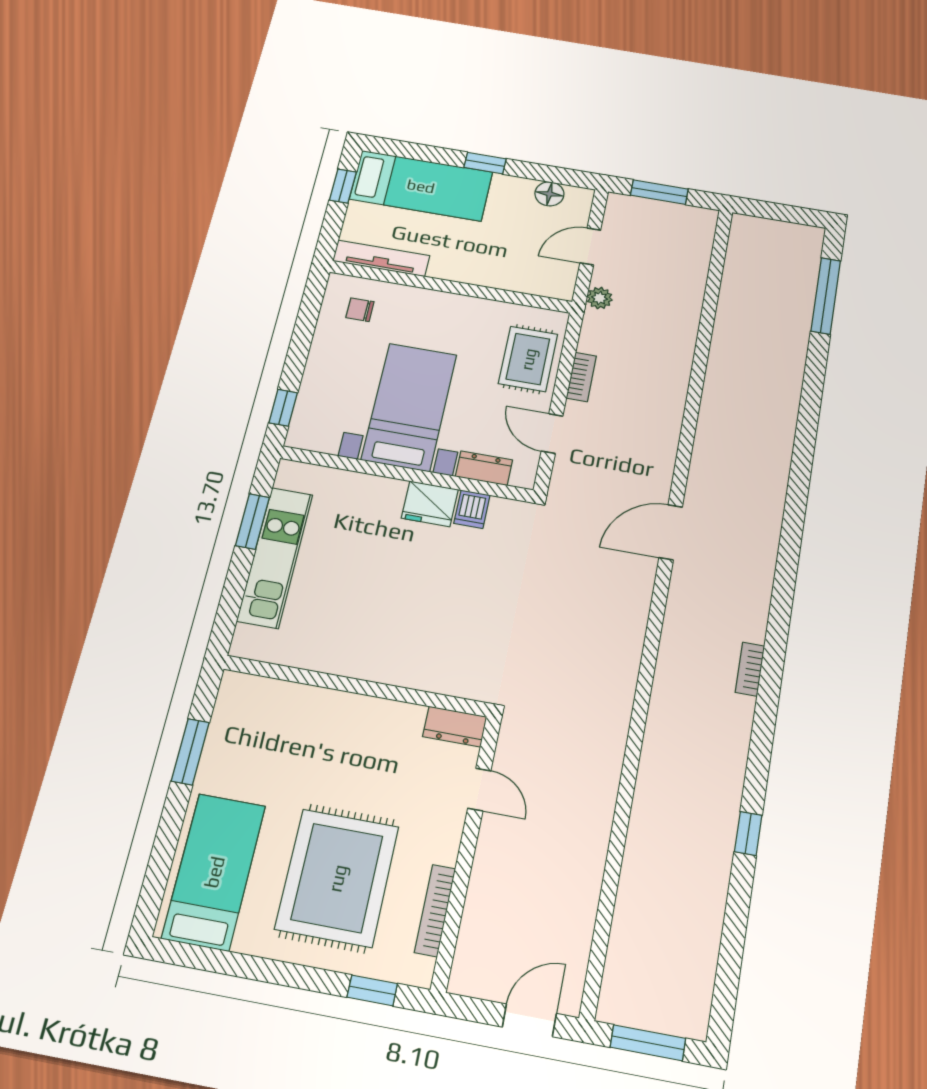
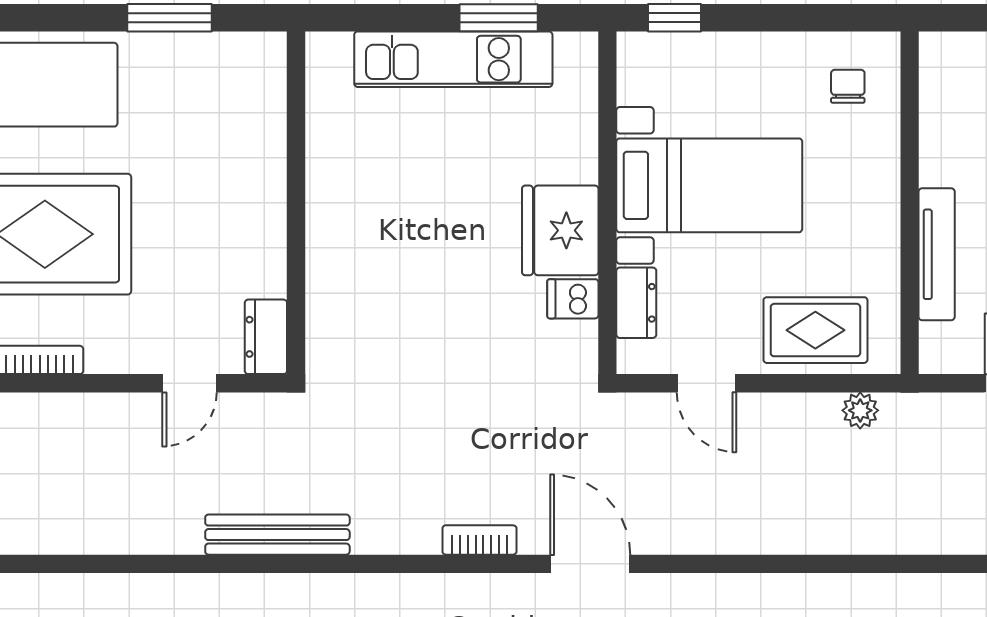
tv unit: (381, 258) -> (937, 254), moved
plant: (600, 298) -> (860, 410), moved
bookcase: (581, 377) -> (479, 540), moved, turned 180
door: (552, 434) -> (706, 383), swing flipped
fridge: (430, 504) -> (560, 230), width x1.36, depth x1.34
bench: (610, 746) -> (277, 535), added

